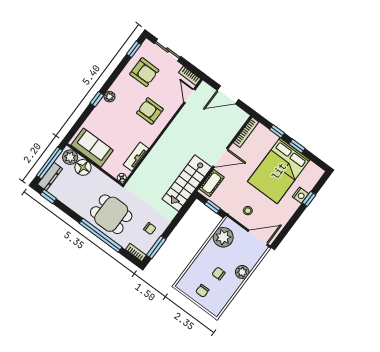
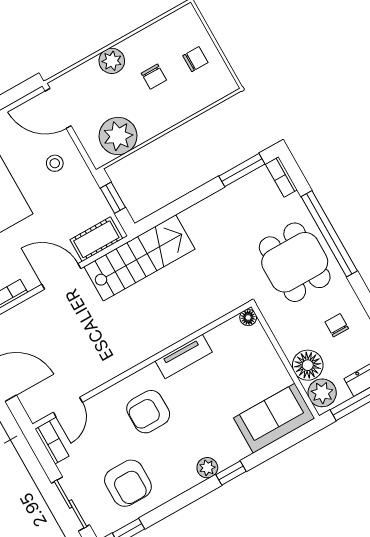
armchair: (144, 72) -> (128, 483), turned 180
armchair: (150, 111) -> (148, 412), turned 90
sofa: (92, 148) -> (274, 418), moved, turned 90
tv unit: (136, 157) -> (184, 356), moved
chair: (150, 229) -> (337, 325), moved

